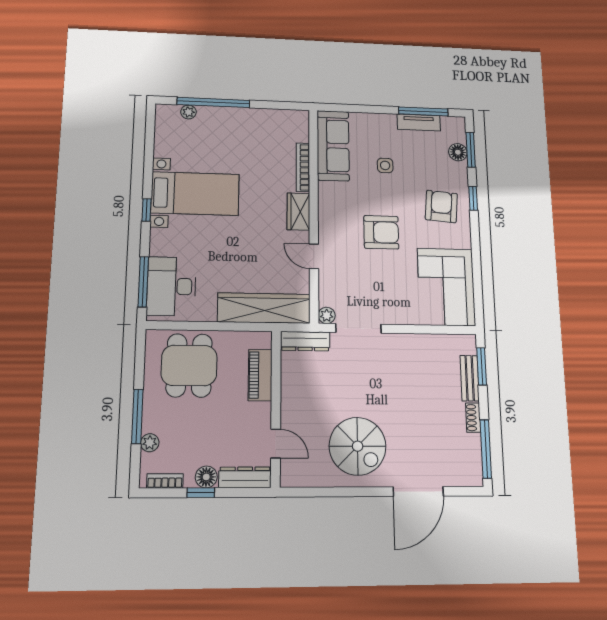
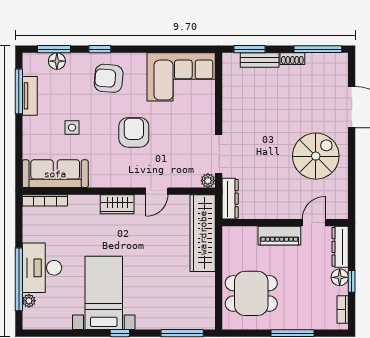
bookcase: (303, 167) -> (45, 200), moved
desk: (171, 286) -> (42, 268), moved, turned 90
piano: (260, 375) -> (279, 236), moved
plant: (150, 443) -> (313, 322), removed

